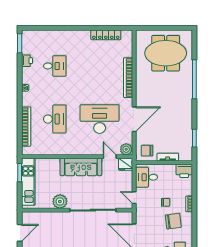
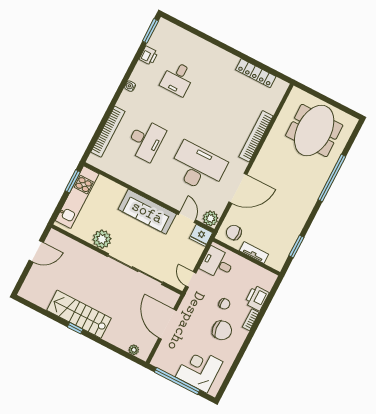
meeting table: (166, 53) -> (314, 131), turned 90
desk: (55, 66) -> (178, 79), turned 90
printer: (184, 171) -> (257, 298), moved, turned 90

